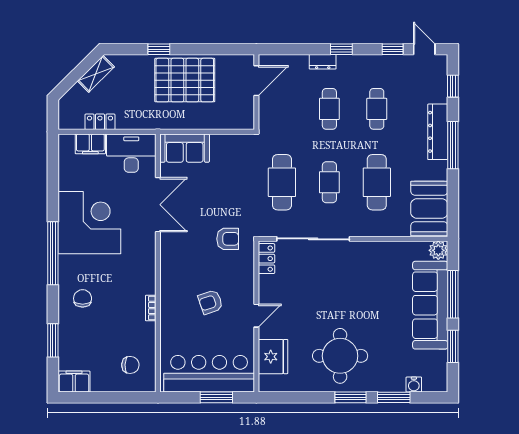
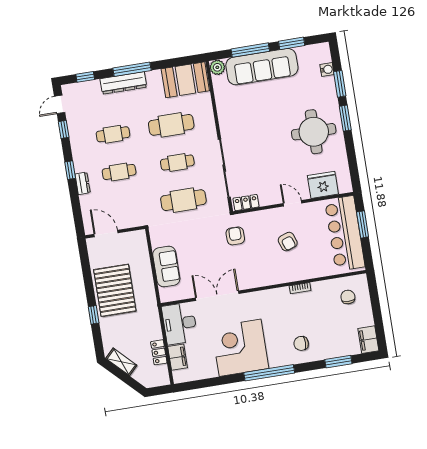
sofa: (185, 148) -> (166, 267), moved

